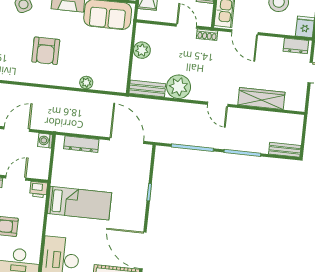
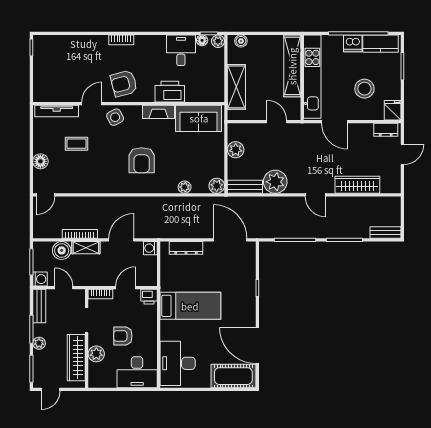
shoe rack: (207, 35) -> (298, 128), removed
plant: (119, 85) -> (217, 186), added

